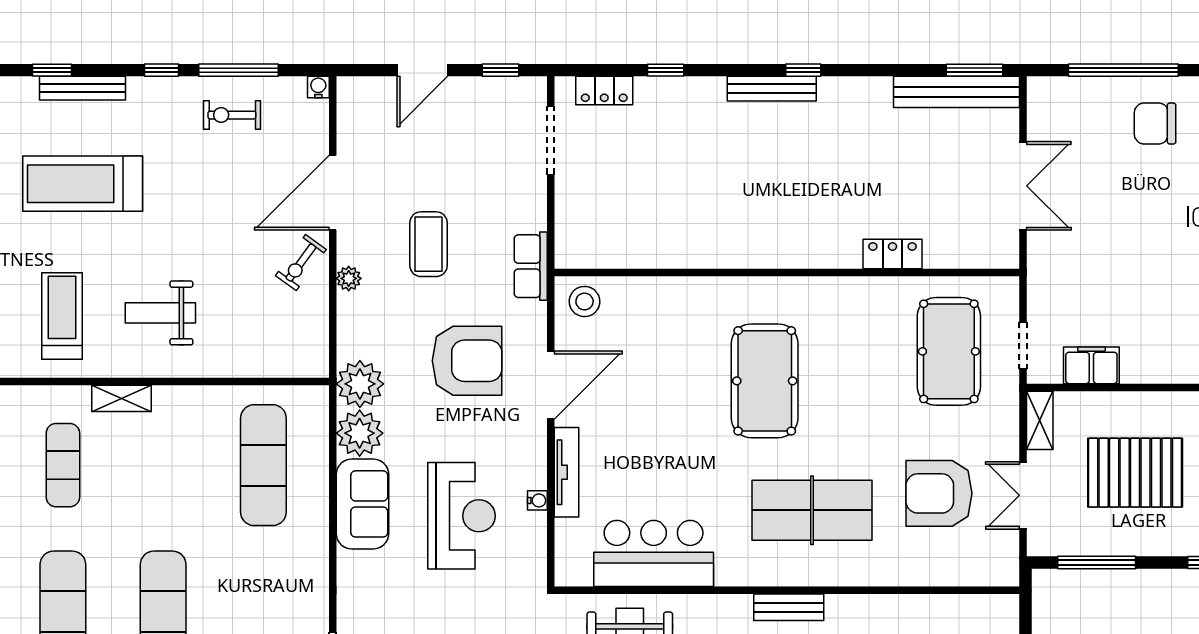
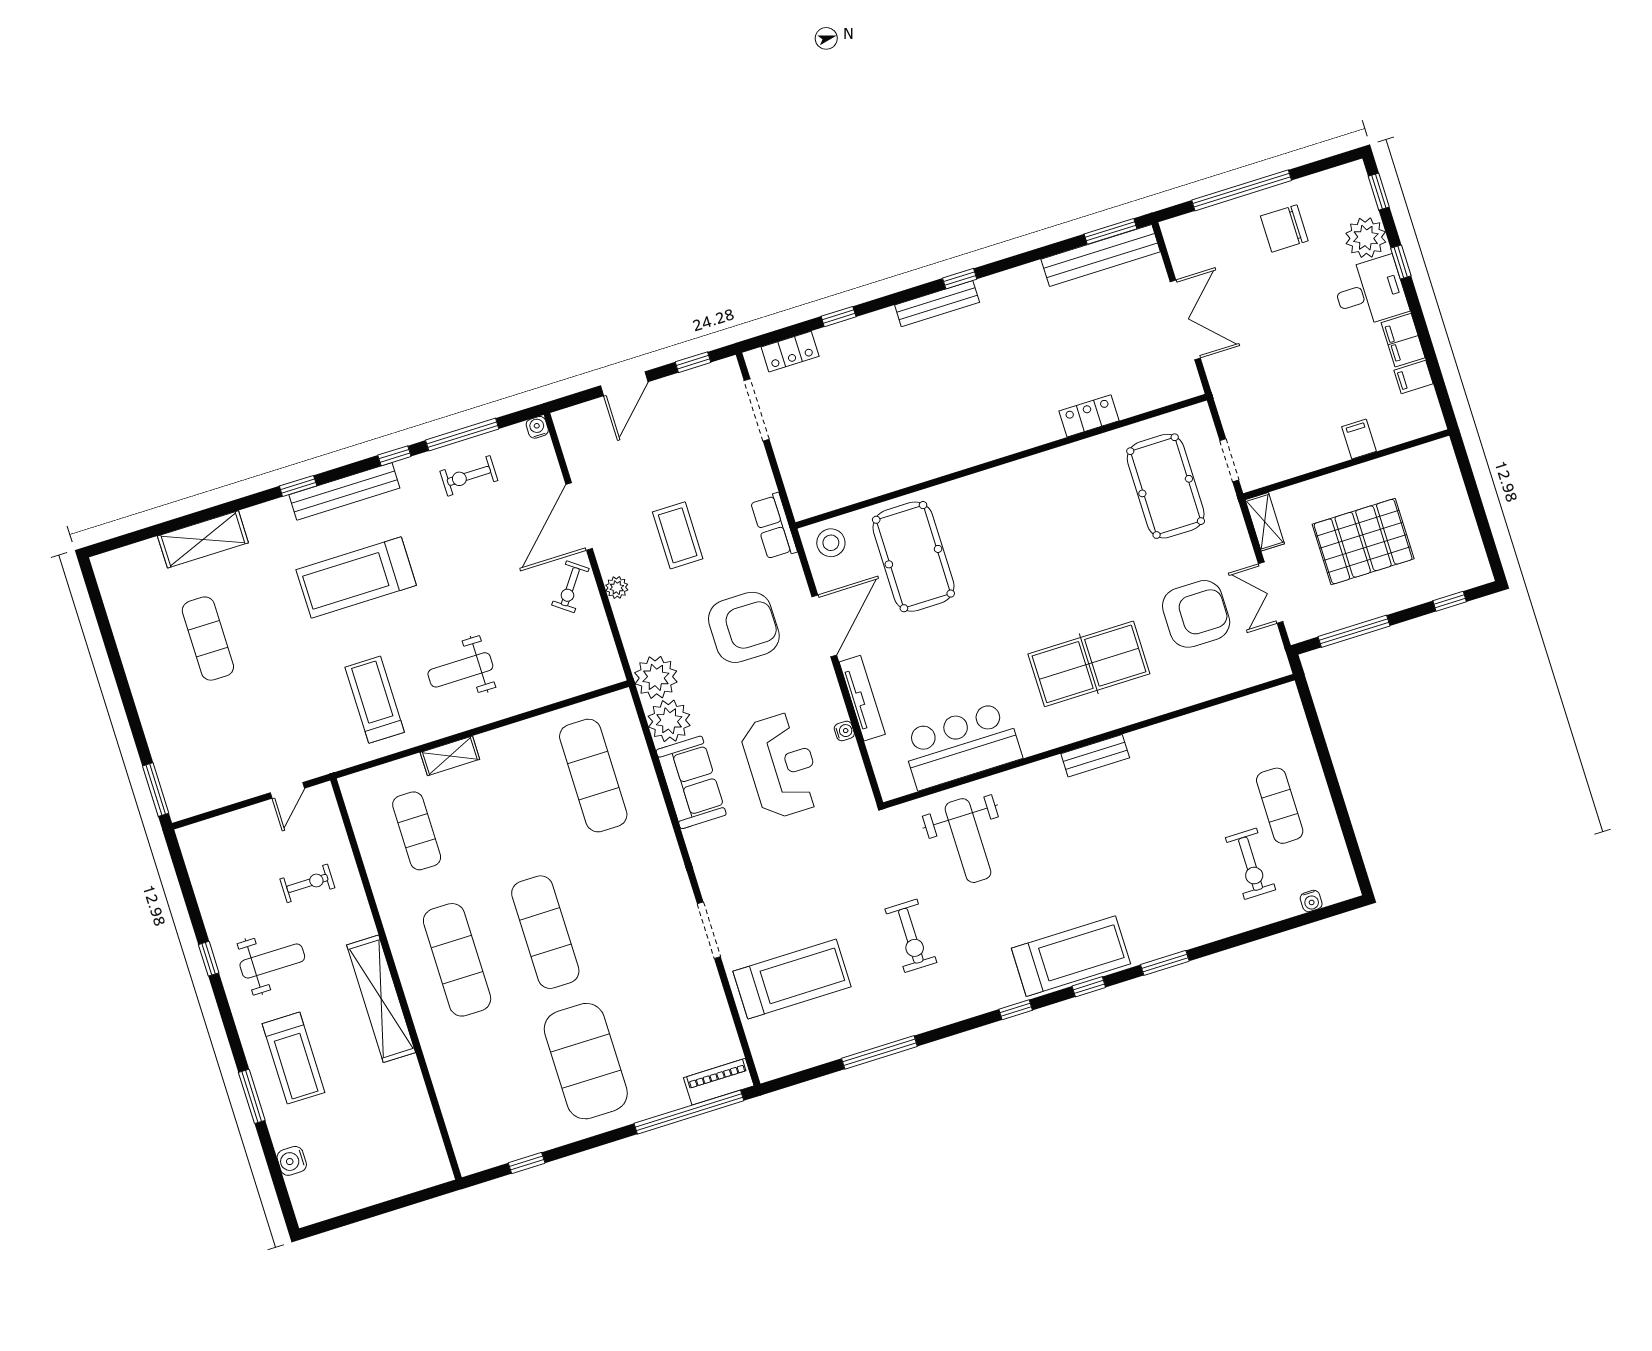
bench: (83, 88) -> (344, 491), width x1.37, depth x1.21
filing cabinet: (1091, 365) -> (1359, 439), moved, width x0.50
pool table: (765, 381) -> (913, 557), moved
armchair: (939, 493) -> (1196, 614), turned 180

